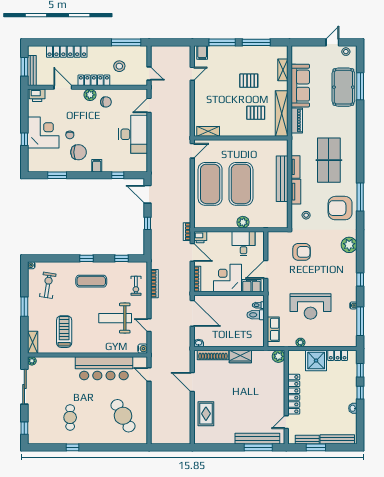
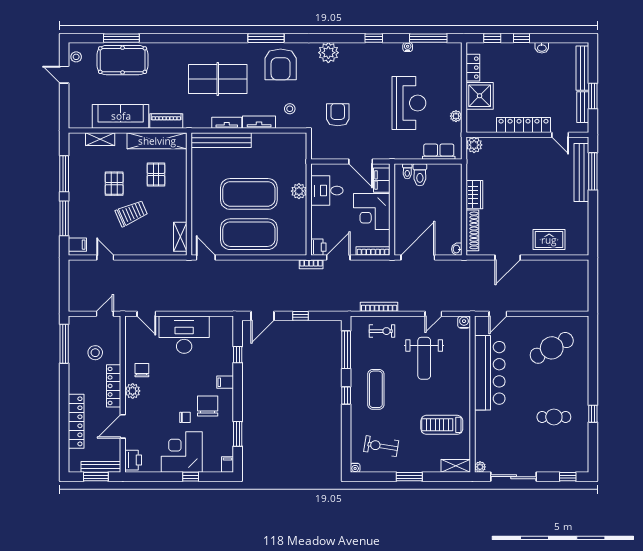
trolley: (226, 94) -> (131, 213), added
filing cabinet: (34, 167) -> (227, 465), added
bench: (282, 179) -> (221, 140), moved
window: (122, 258) -> (346, 350), width x2.17

